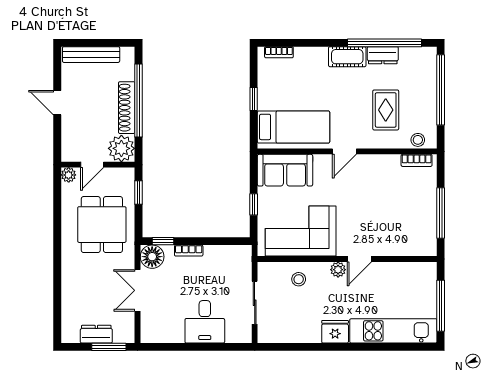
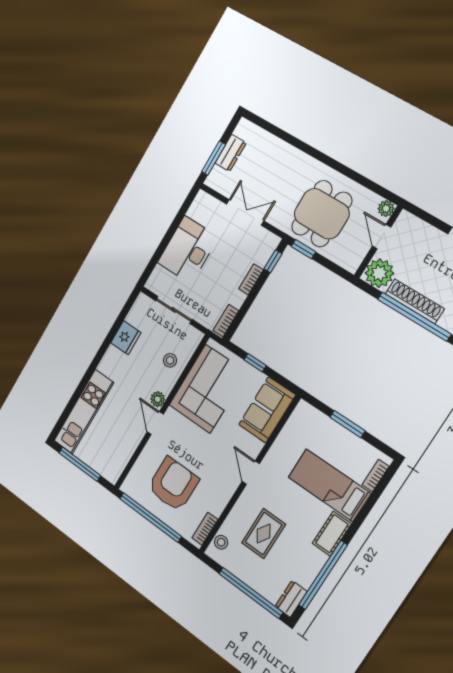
dresser: (383, 55) -> (291, 599), moved
window: (254, 99) -> (347, 424), width x1.50
rug: (386, 110) -> (264, 533), turned 90
bed: (294, 127) -> (329, 485), moved, turned 90
window: (138, 193) -> (303, 249), moved
armchair: (399, 211) -> (173, 484), added
window: (441, 213) -> (150, 517), width x1.46
dining table: (102, 225) -> (322, 214), turned 90
bookcase: (235, 251) -> (226, 321), added
floor lamp: (152, 257) -> (266, 243), removed
desk: (205, 322) -> (188, 250), width x1.37
fridge: (335, 332) -> (126, 338), moved

